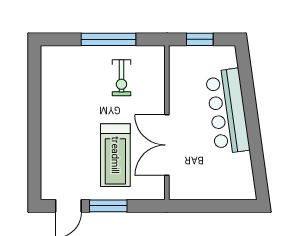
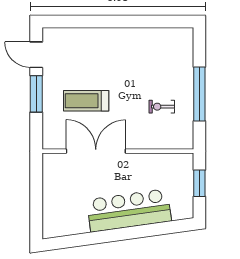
exercise bike: (121, 78) -> (162, 107), width x0.73, depth x0.72
treadmill: (115, 155) -> (86, 101), width x0.73, depth x0.73

